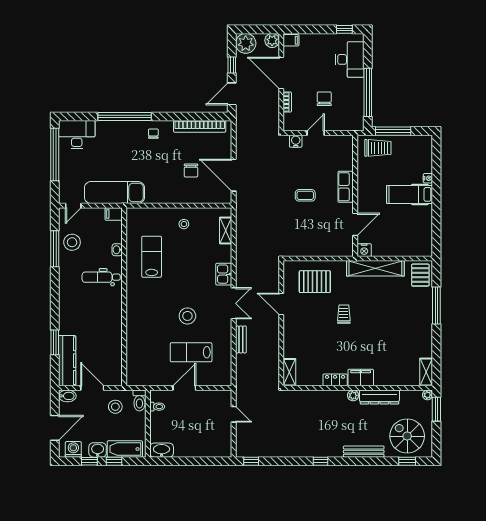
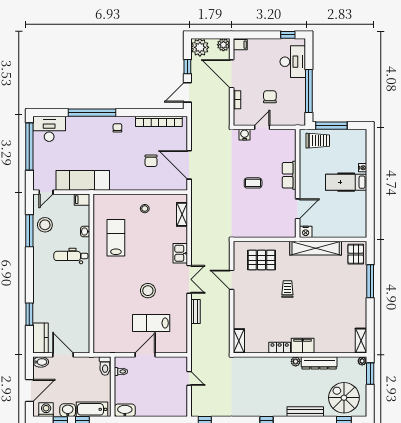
kitchen counter: (67, 361) -> (41, 338), width x0.67
stool: (115, 407) -> (84, 372), removed

